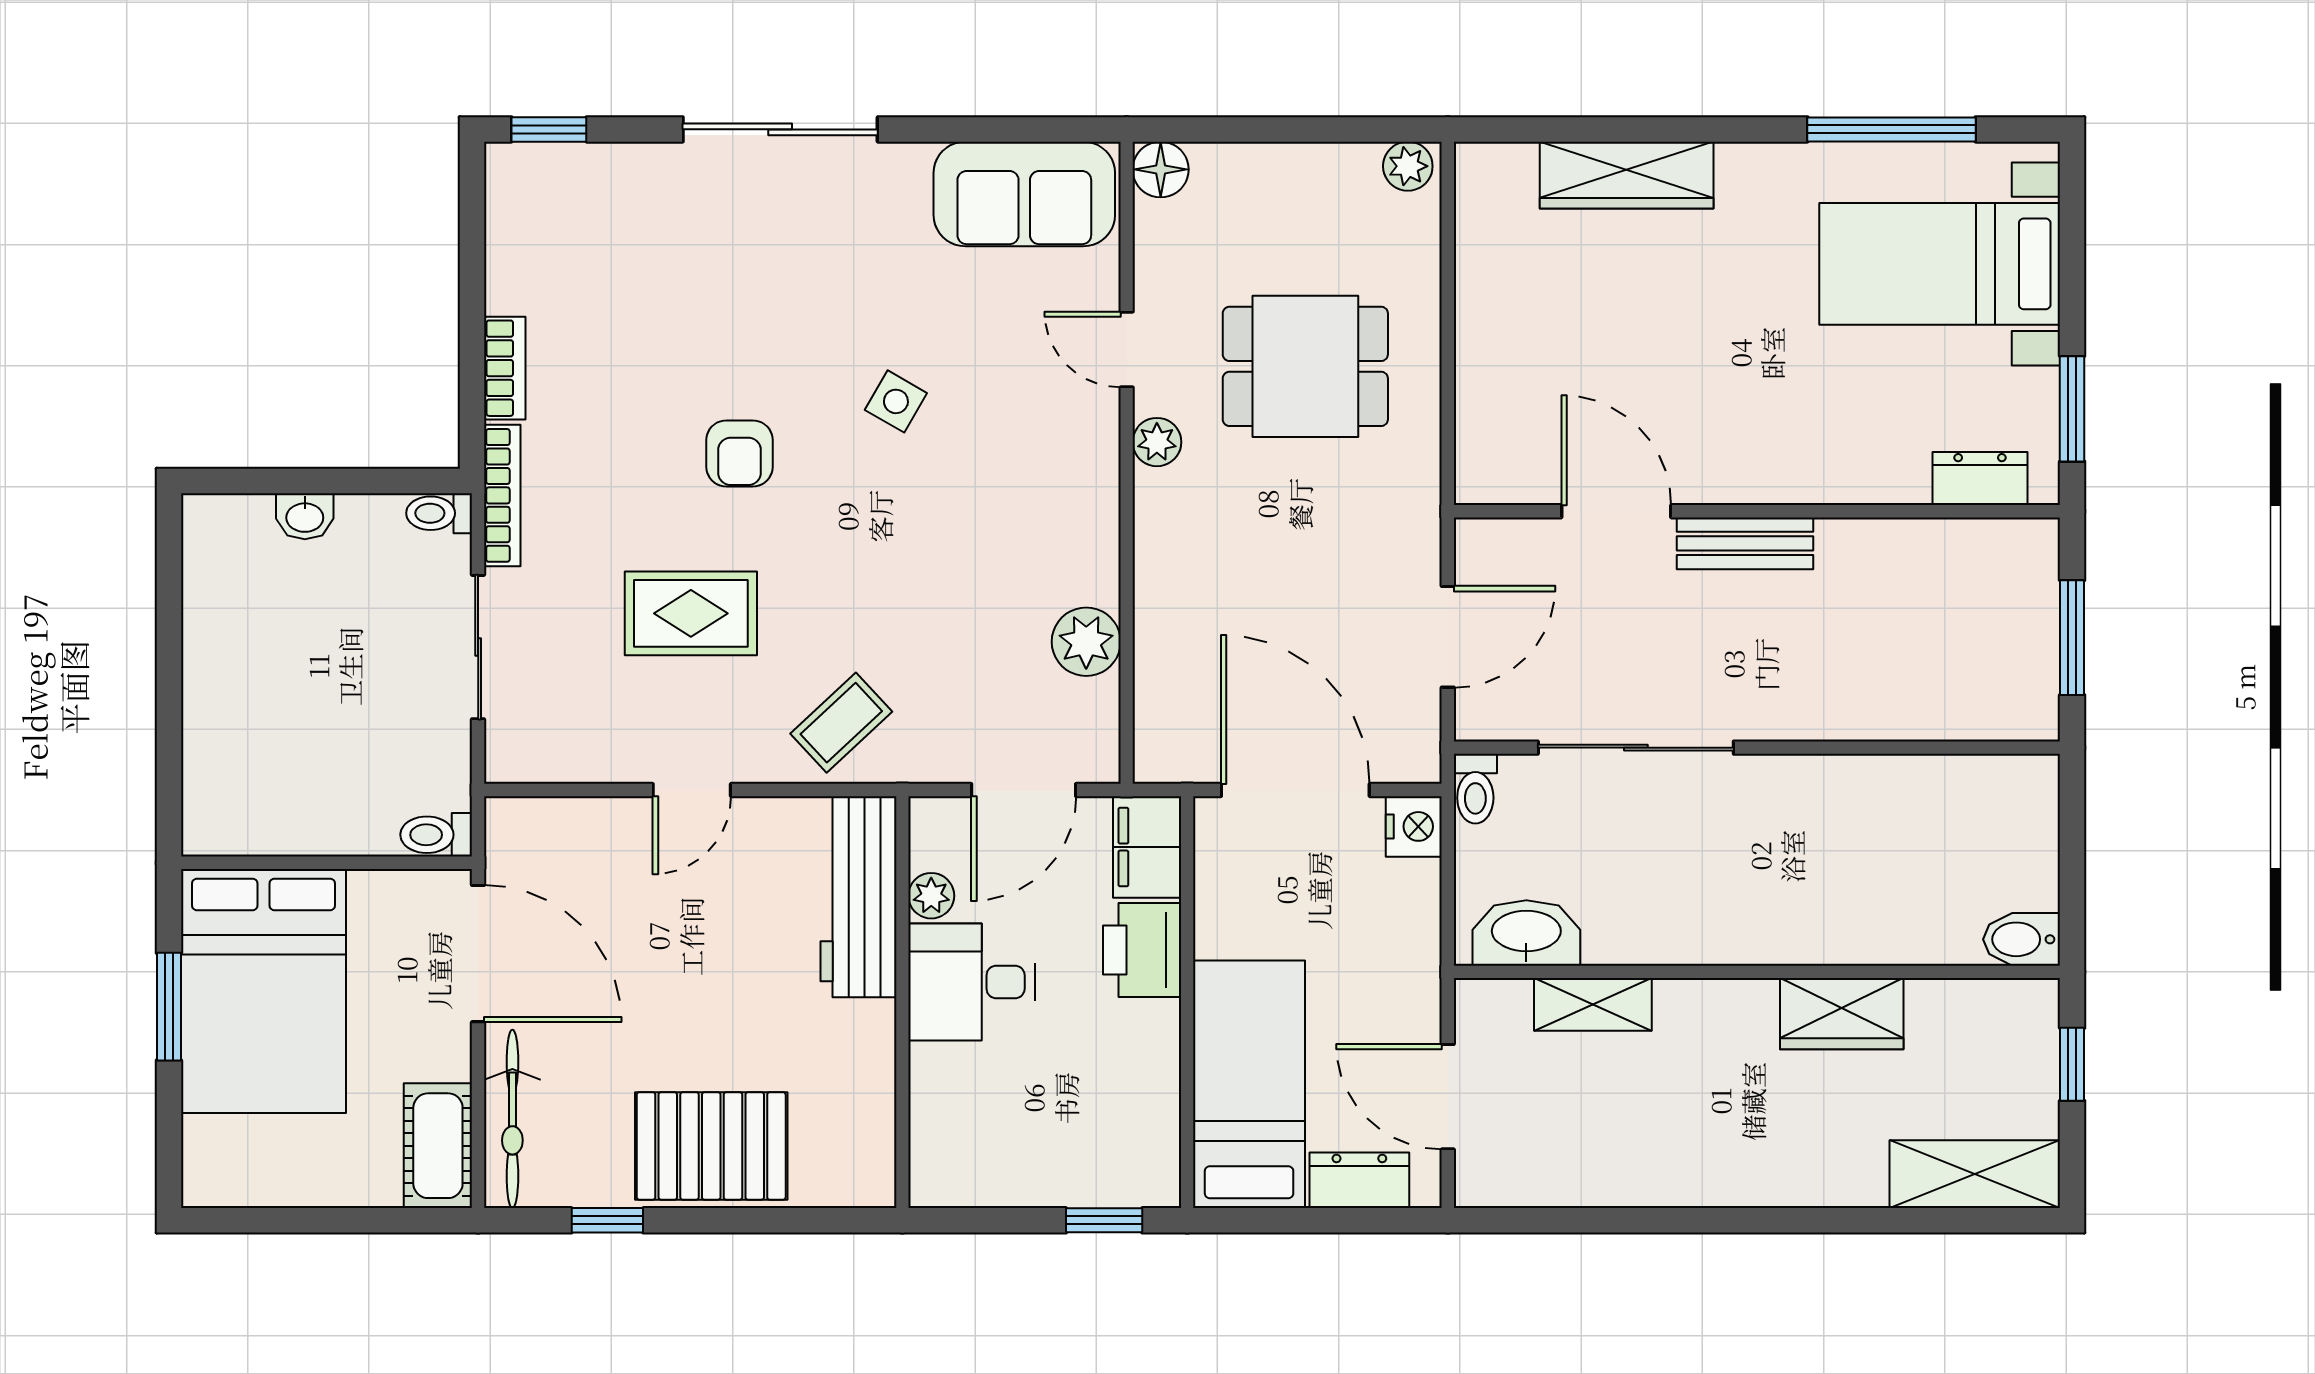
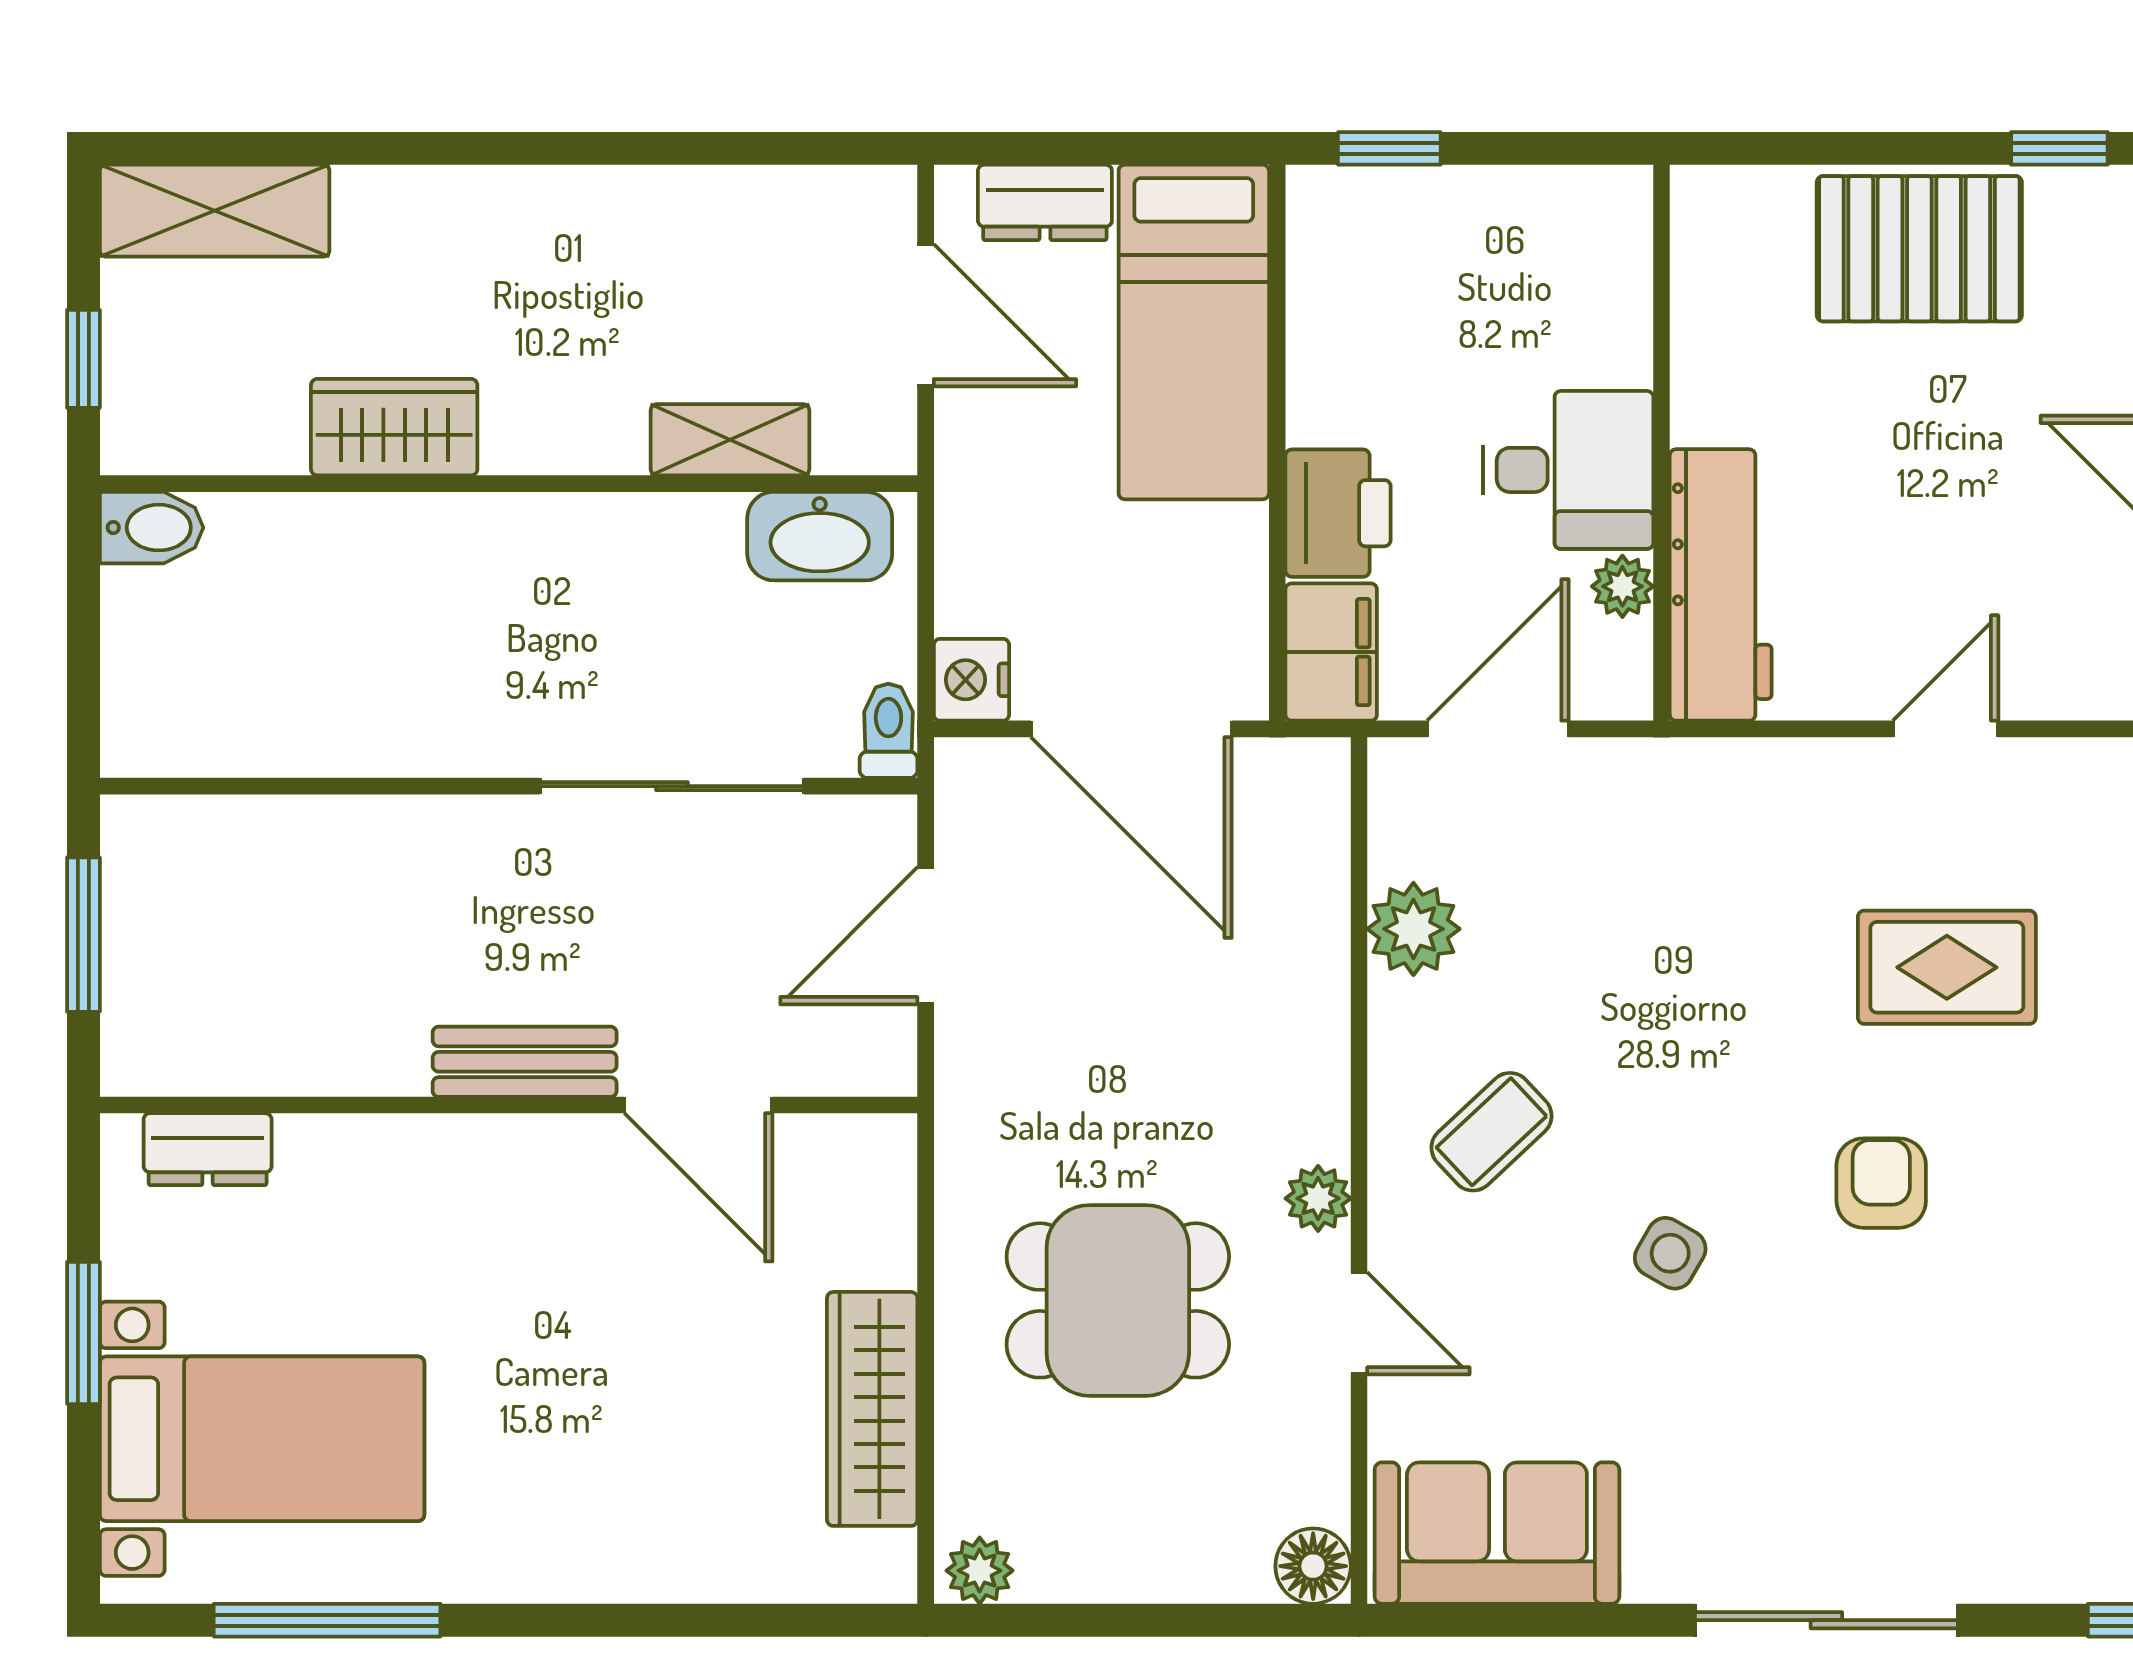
wardrobe: (1627, 175) -> (872, 1409), moved, turned -90
window: (2072, 409) -> (83, 1333), moved
coffee table: (841, 723) -> (1492, 1132), moved

